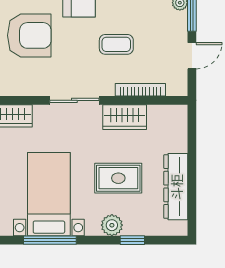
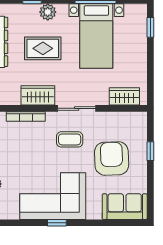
armchair: (29, 35) -> (112, 158), turned 88
coffee table: (116, 44) -> (70, 139), moved

